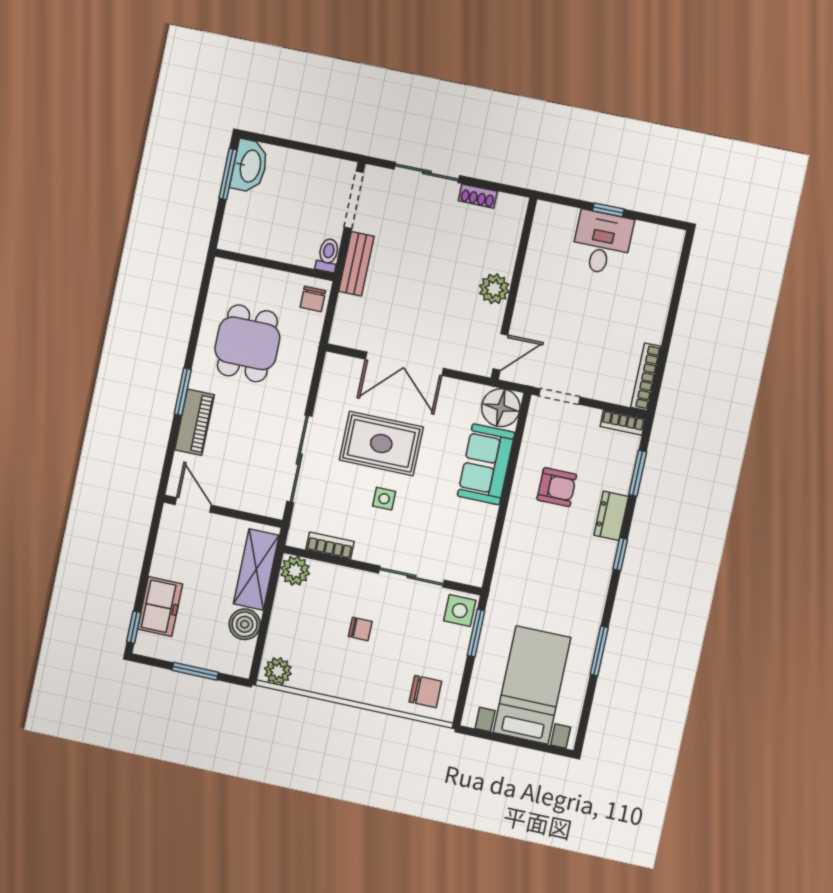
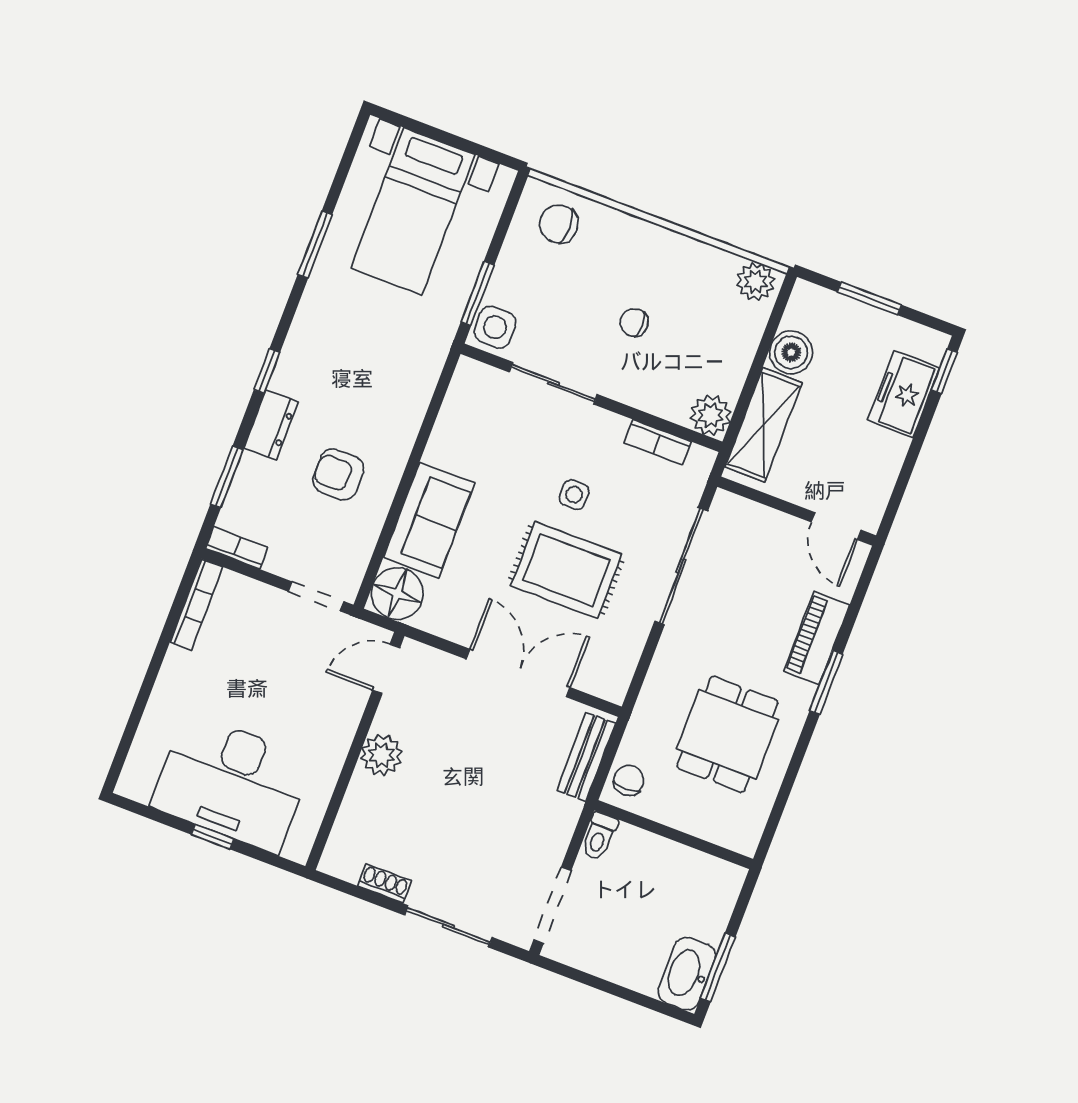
desk: (602, 243) -> (232, 783), width x1.87, depth x1.30
bench: (356, 264) -> (586, 757), moved

